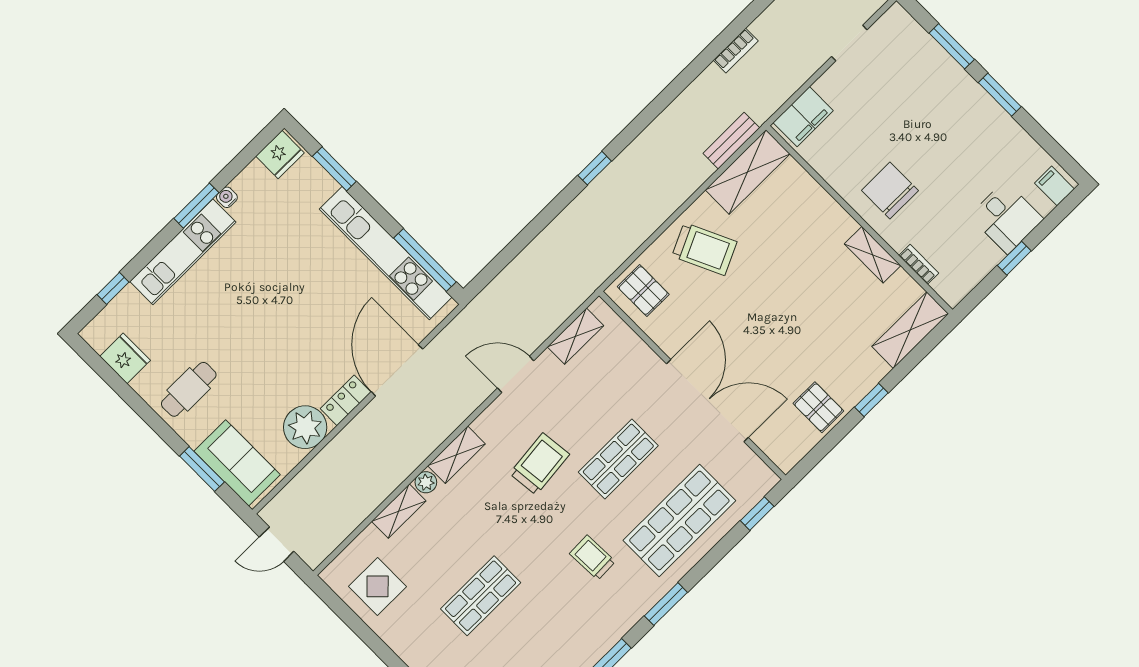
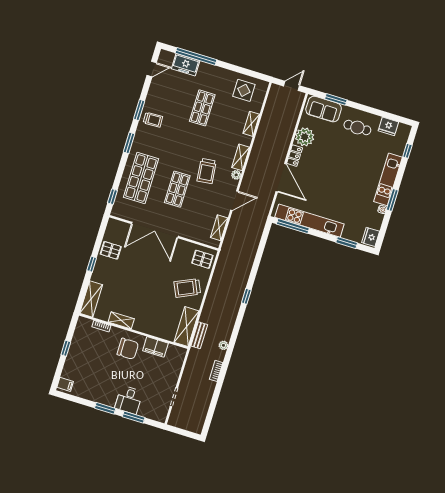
plant: (693, 94) -> (223, 345), added
filing cabinet: (803, 117) -> (155, 347), moved, turned -90
desk: (1006, 217) -> (129, 400), moved, turned -90
cafe table: (189, 389) -> (357, 127), turned 90
plant: (426, 482) -> (236, 175), moved
trolley: (592, 557) -> (153, 120), moved

